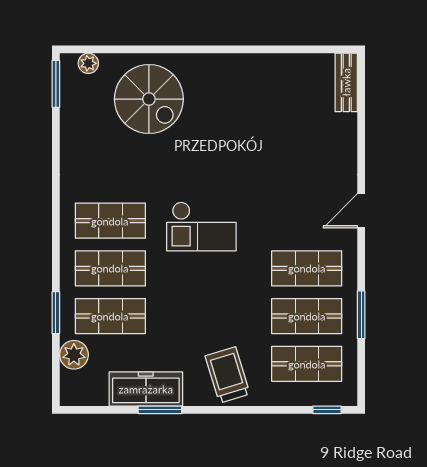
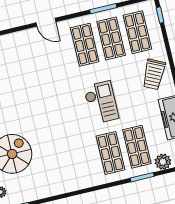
shop shelf: (110, 221) -> (84, 159), removed
checkout: (201, 226) -> (101, 103), moved
trolley: (228, 375) -> (154, 74), turned -47

